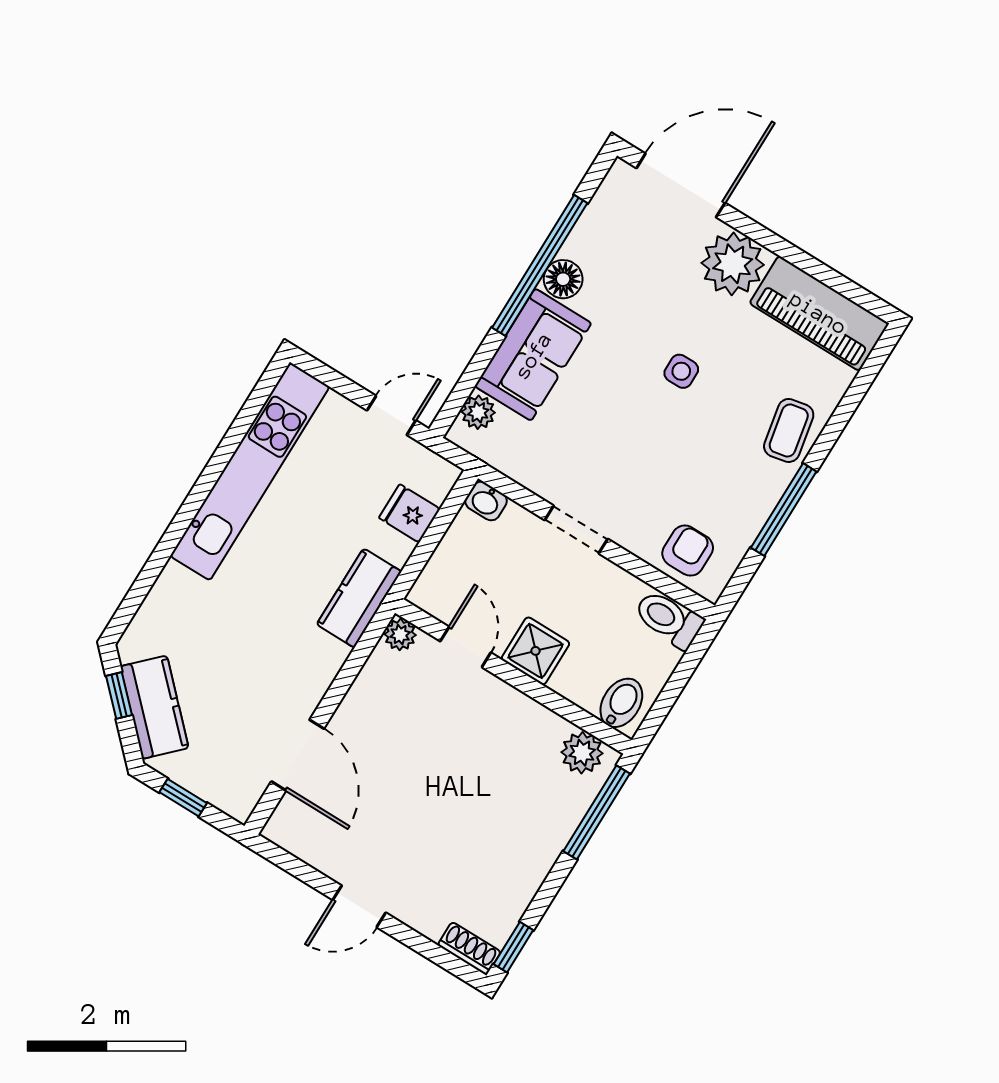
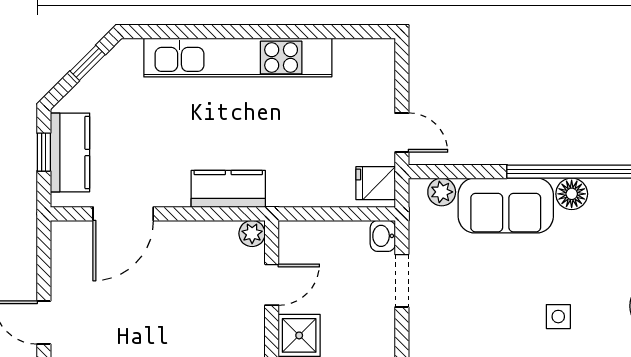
kitchen unit: (250, 471) -> (238, 58), moved
fridge: (409, 513) -> (376, 183), moved, turned -90
doorway: (576, 530) -> (402, 281), moved
kitchen counter: (359, 598) -> (228, 189), moved
kitchen counter: (154, 707) -> (70, 152), moved, turned -45

